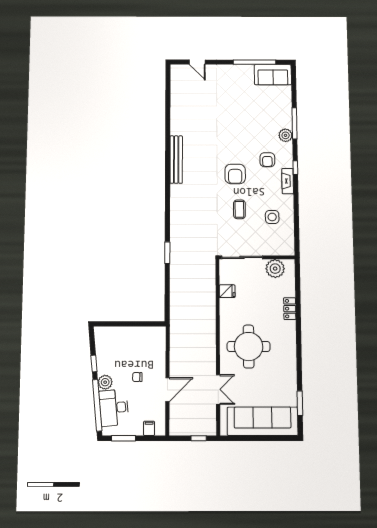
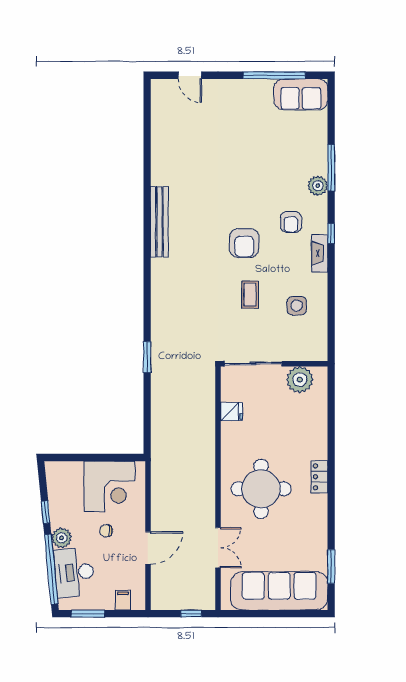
locker: (290, 309) -> (319, 477), moved
corner desk: (140, 345) -> (109, 486), added

